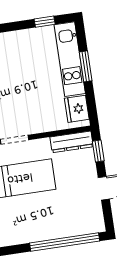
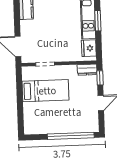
dresser: (72, 142) -> (87, 70), width x0.70

